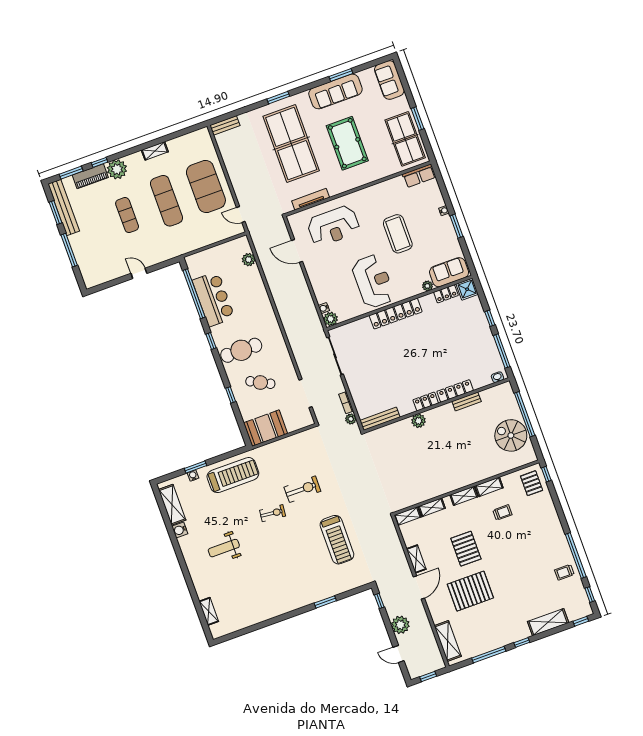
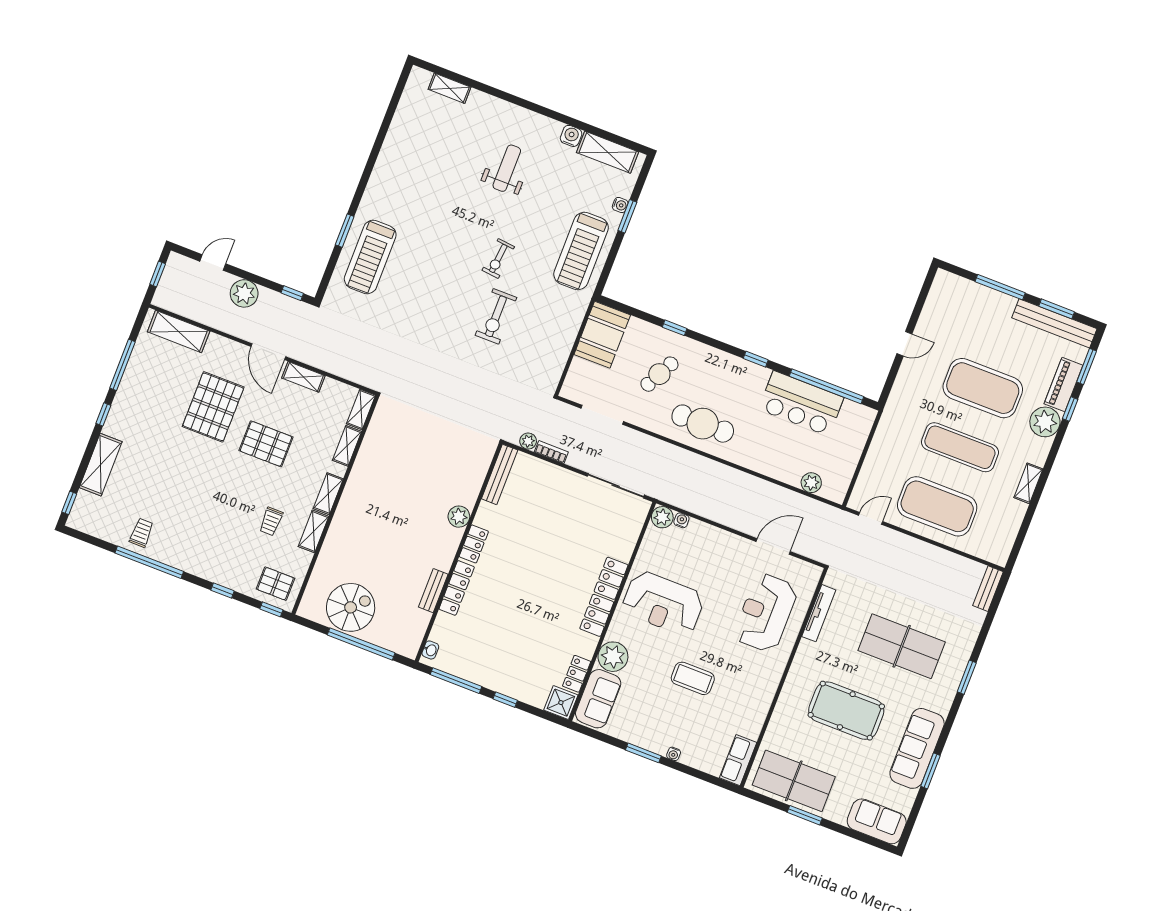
table tennis table: (291, 144) -> (902, 646), width x0.73, depth x0.76
exercise mat: (127, 215) -> (983, 388), width x2.00, depth x1.45
coffee table: (398, 234) -> (693, 678), width x0.73, depth x0.76
plant: (427, 286) -> (613, 657), width x1.87, depth x1.87
cafe table: (241, 350) -> (703, 424), moved, turned 90
treadmill: (337, 540) -> (370, 257), moved, turned -90
window: (590, 595) -> (223, 591), moved

